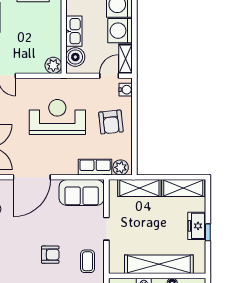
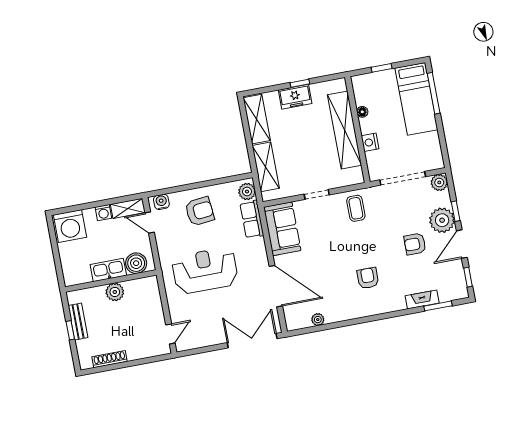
washing machine: (120, 31) -> (103, 213), width x0.53, depth x0.53
plant: (53, 65) -> (115, 292), moved
reception desk: (57, 117) -> (205, 271), turned 90
armchair: (50, 255) -> (368, 278), moved
coffee table: (88, 261) -> (356, 208), turned 90

